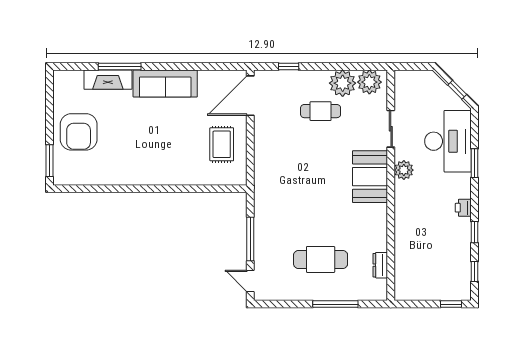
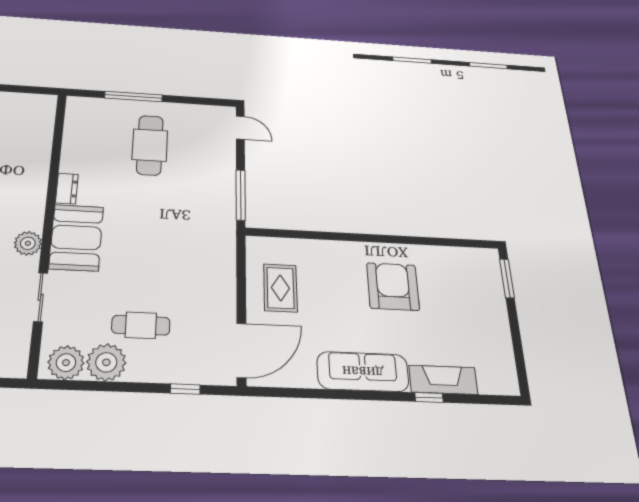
window: (120, 67) -> (429, 398), width x0.46
armchair: (79, 132) -> (393, 287), moved
window: (250, 239) -> (241, 195), moved
cafe table: (321, 259) -> (150, 145), turned 90
dresser: (380, 265) -> (67, 189), moved

